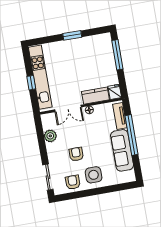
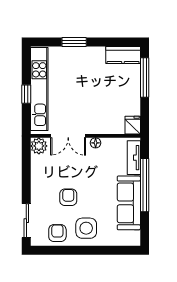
window: (72, 35) -> (74, 42), moved
kitchen counter: (95, 96) -> (123, 55), moved, turned 180
plant: (50, 136) -> (39, 146), moved

